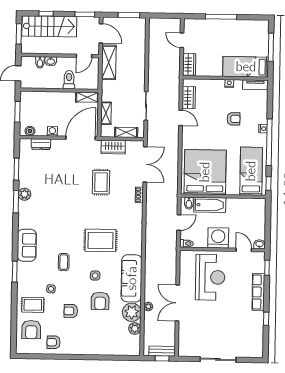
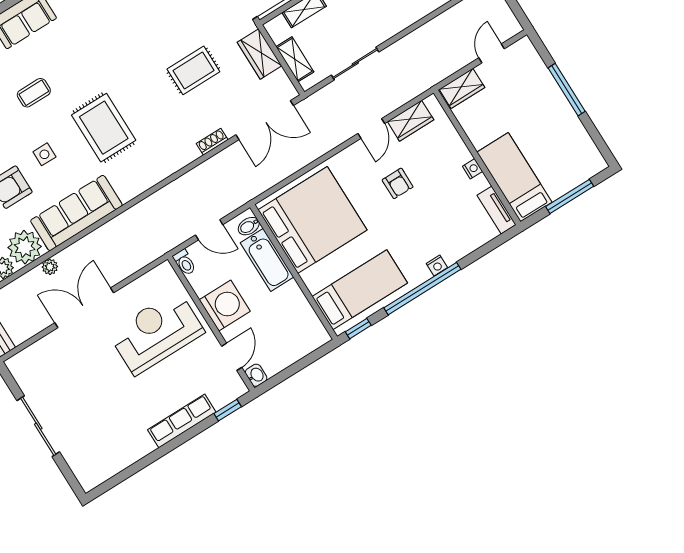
armchair: (234, 119) -> (398, 183), moved
reception desk: (210, 277) -> (156, 332), turned 180
window: (266, 319) -> (148, 460), removed

